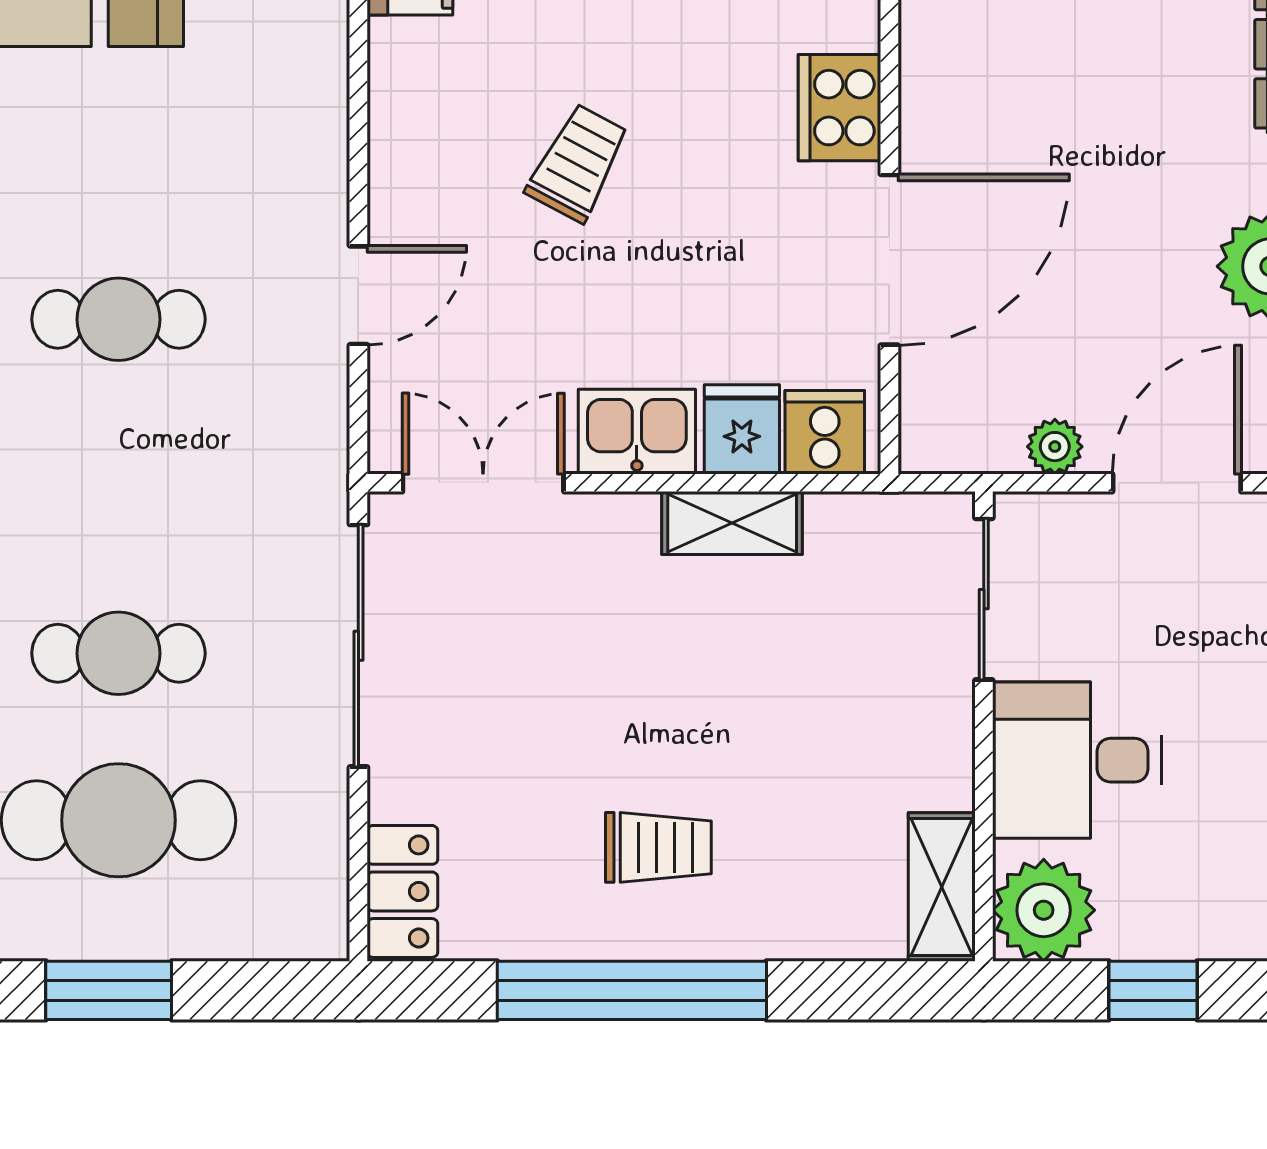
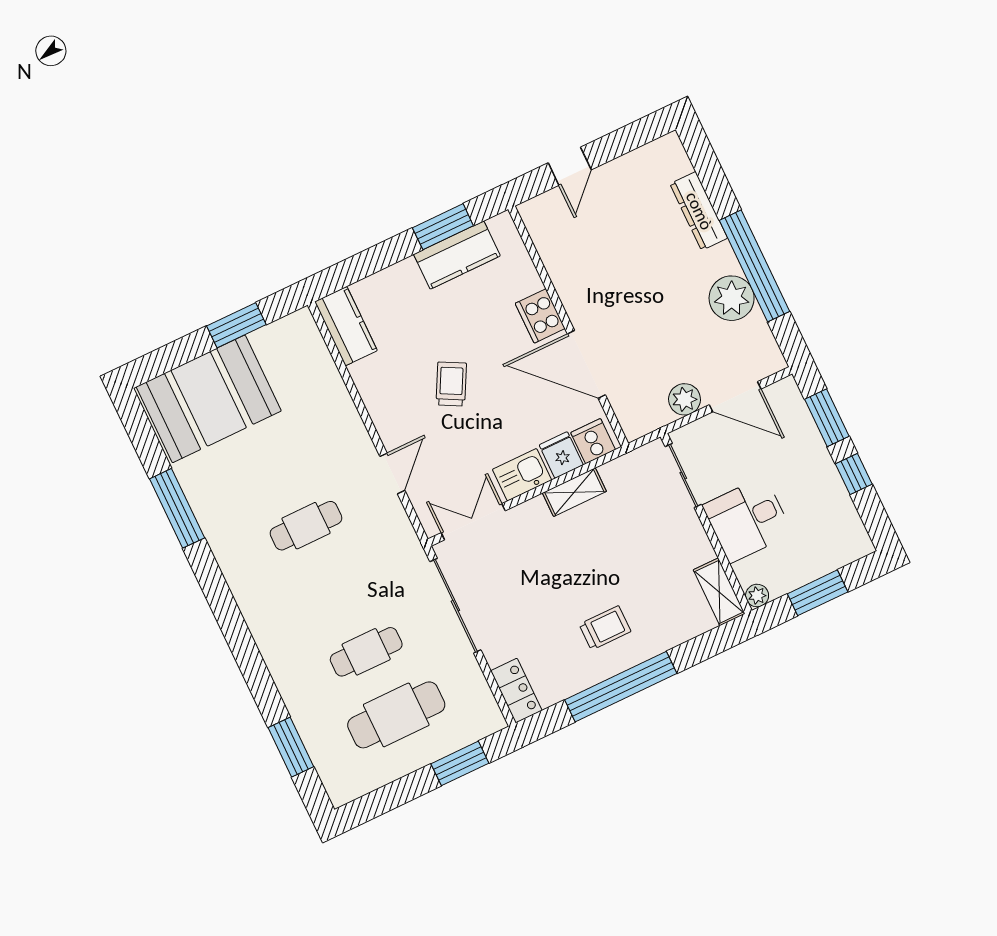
door: (889, 260) -> (586, 364), swing flipped
plant: (1055, 447) -> (685, 399), width x1.38, depth x1.38
door: (1177, 483) -> (735, 397), swing flipped
plant: (1044, 910) -> (757, 596), width x0.53, depth x0.53
window: (109, 990) -> (460, 763), moved
window: (1153, 990) -> (818, 593), width x1.50

